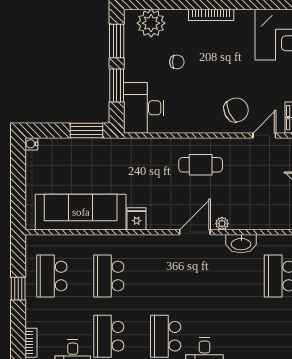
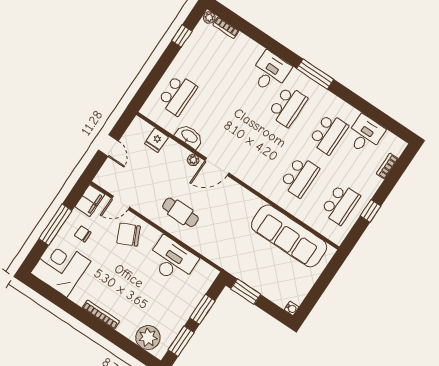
chair: (177, 62) -> (83, 234), moved
desk: (144, 108) -> (172, 260), moved, turned -90
fridge: (137, 219) -> (156, 140), moved

